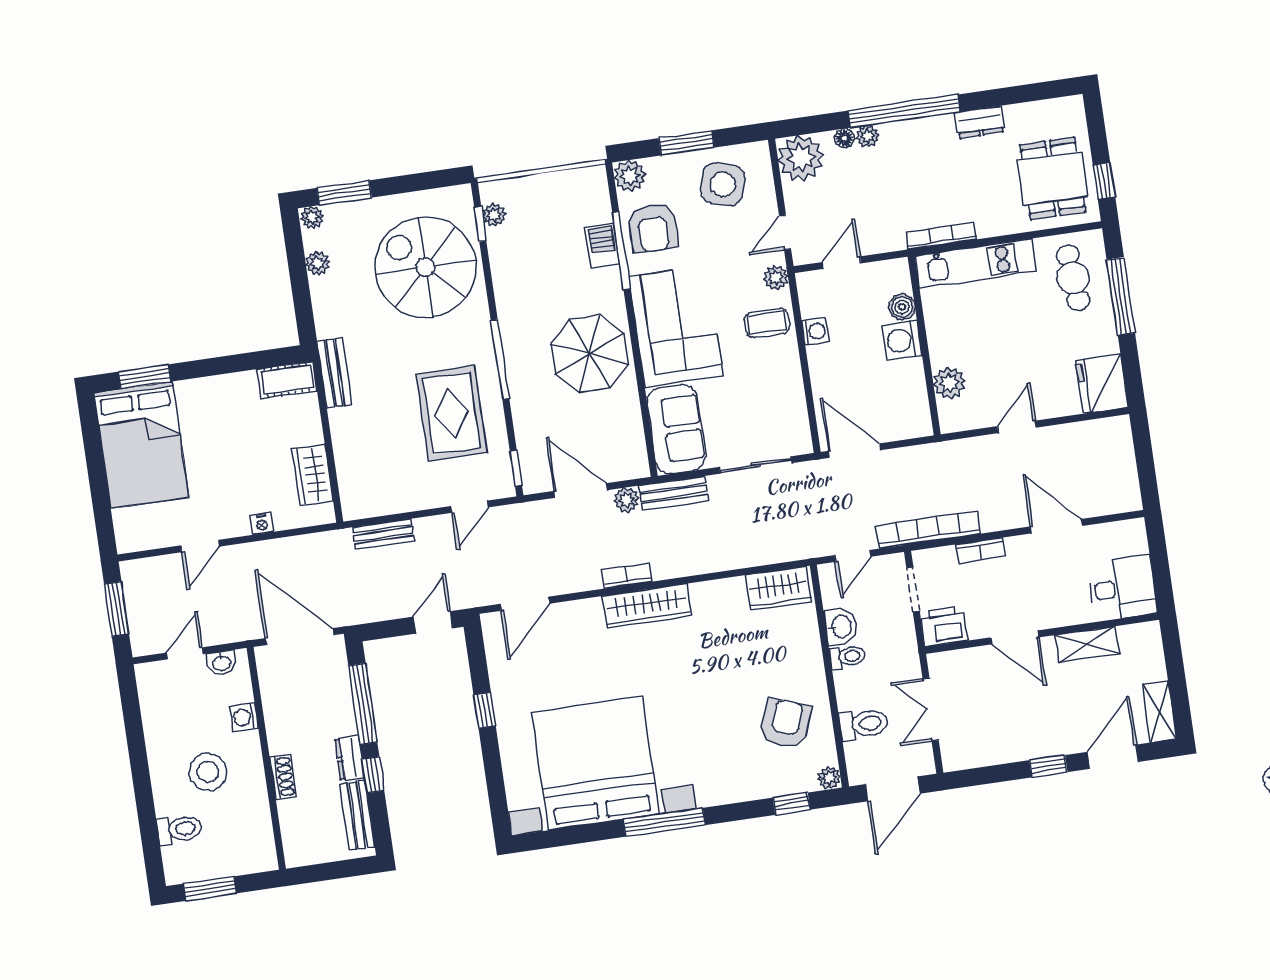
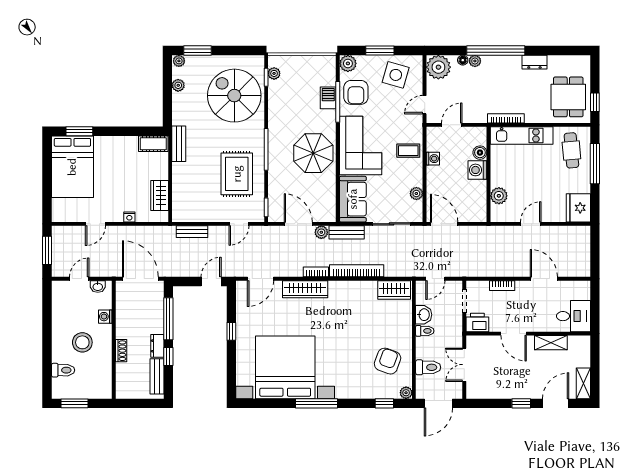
plant: (776, 278) -> (416, 194), moved
bookcase: (928, 530) -> (357, 271), moved
wardrobe: (647, 606) -> (305, 289), moved

